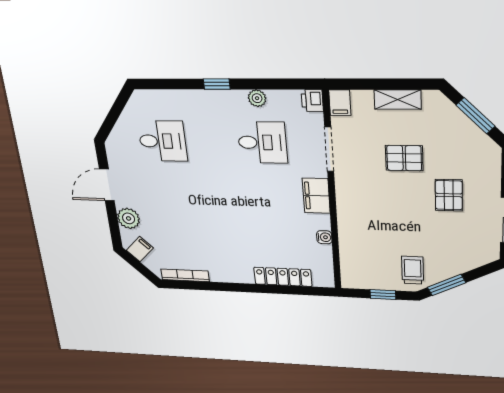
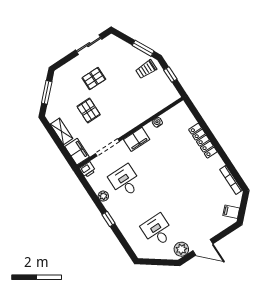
filing cabinet: (340, 103) -> (77, 152), width x2.00
plant: (129, 218) -> (181, 249), moved
locker: (283, 277) -> (203, 141), moved

